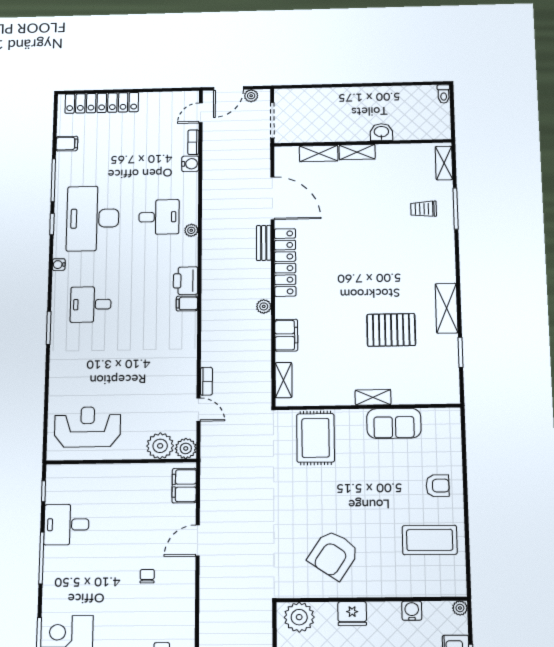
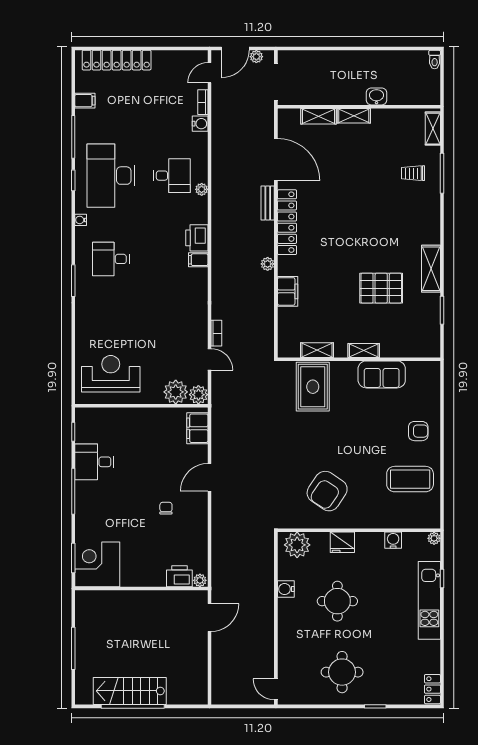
shelving: (284, 380) -> (317, 350), moved, turned 90

